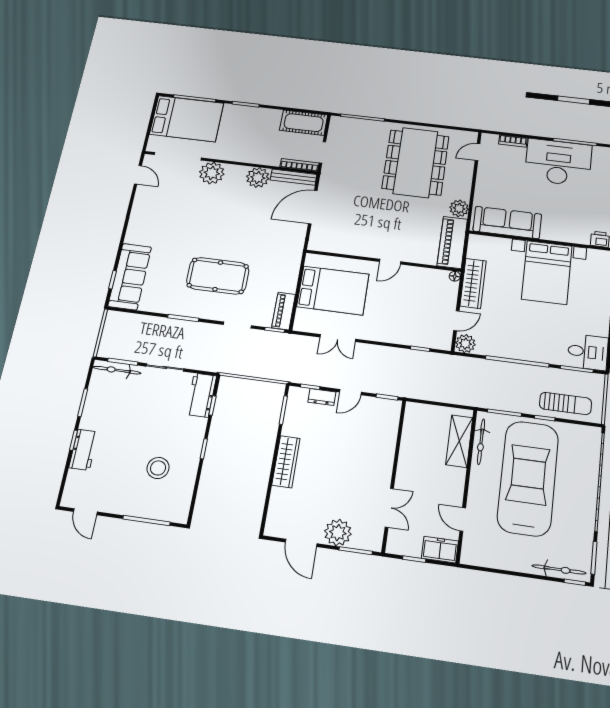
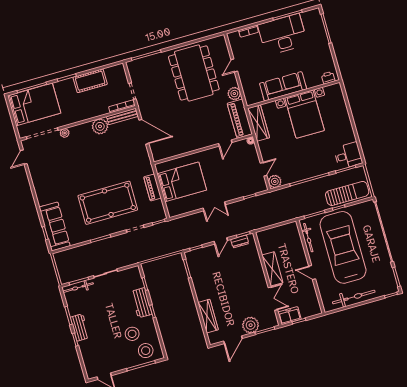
cot: (304, 123) -> (90, 81), moved
door: (477, 152) -> (234, 65), moved
plant: (212, 173) -> (65, 133), width x0.53, depth x0.53
door: (138, 175) -> (24, 157), swing flipped
door: (313, 207) -> (144, 132), swing flipped
sofa: (507, 223) -> (283, 86), moved
door: (390, 262) -> (225, 143), moved
pool table: (218, 276) -> (108, 203), width x1.36, depth x1.32
wardrobe: (473, 283) -> (259, 123), moved
piano: (284, 311) -> (153, 187), moved
double door: (338, 338) -> (214, 206), moved
workbench: (201, 395) -> (141, 303), moved
dresser: (322, 397) -> (240, 241), moved
sun lounger: (565, 404) -> (347, 193), width x1.36, depth x1.34
shelving: (459, 441) -> (272, 269), moved
workbench: (83, 450) -> (80, 327), moved
wardrobe: (286, 462) -> (208, 316), moved
stool: (165, 501) -> (146, 351), added
door: (463, 519) -> (312, 272), moved
door: (301, 543) -> (233, 340), hinge flipped
freezer: (440, 550) -> (290, 316), moved
bicycle: (559, 569) -> (354, 297), moved, width x1.37, depth x1.40

